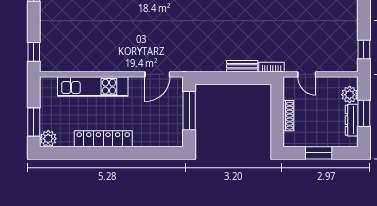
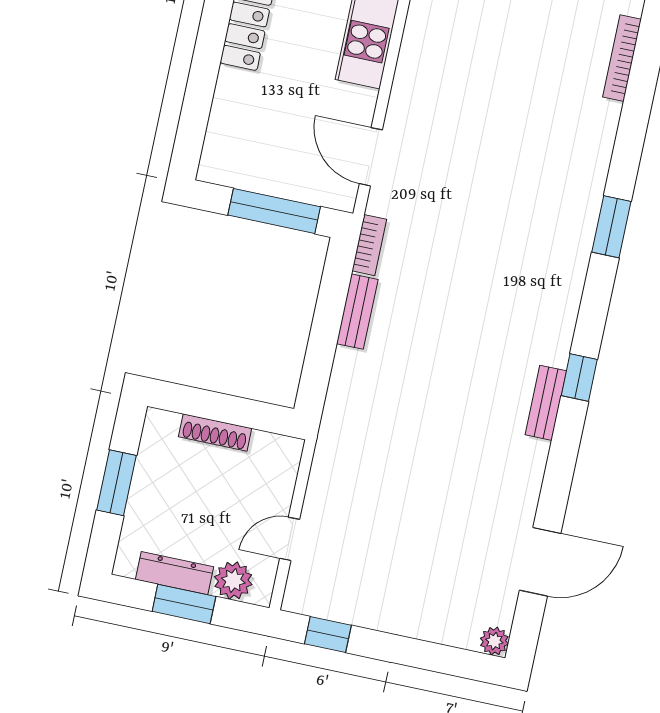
bench: (242, 66) -> (357, 312), moved
bookcase: (271, 67) -> (369, 245), moved
door: (307, 74) -> (290, 539), moved

